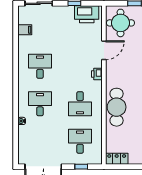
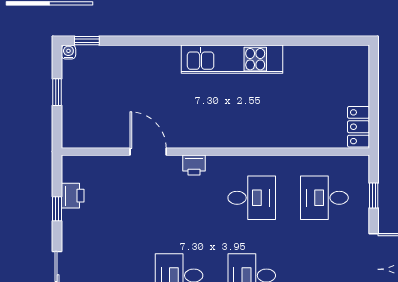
printer: (87, 14) -> (73, 196), width x0.53, depth x0.68
round table: (120, 23) -> (95, 119), removed
cafe table: (117, 107) -> (258, 127), removed

